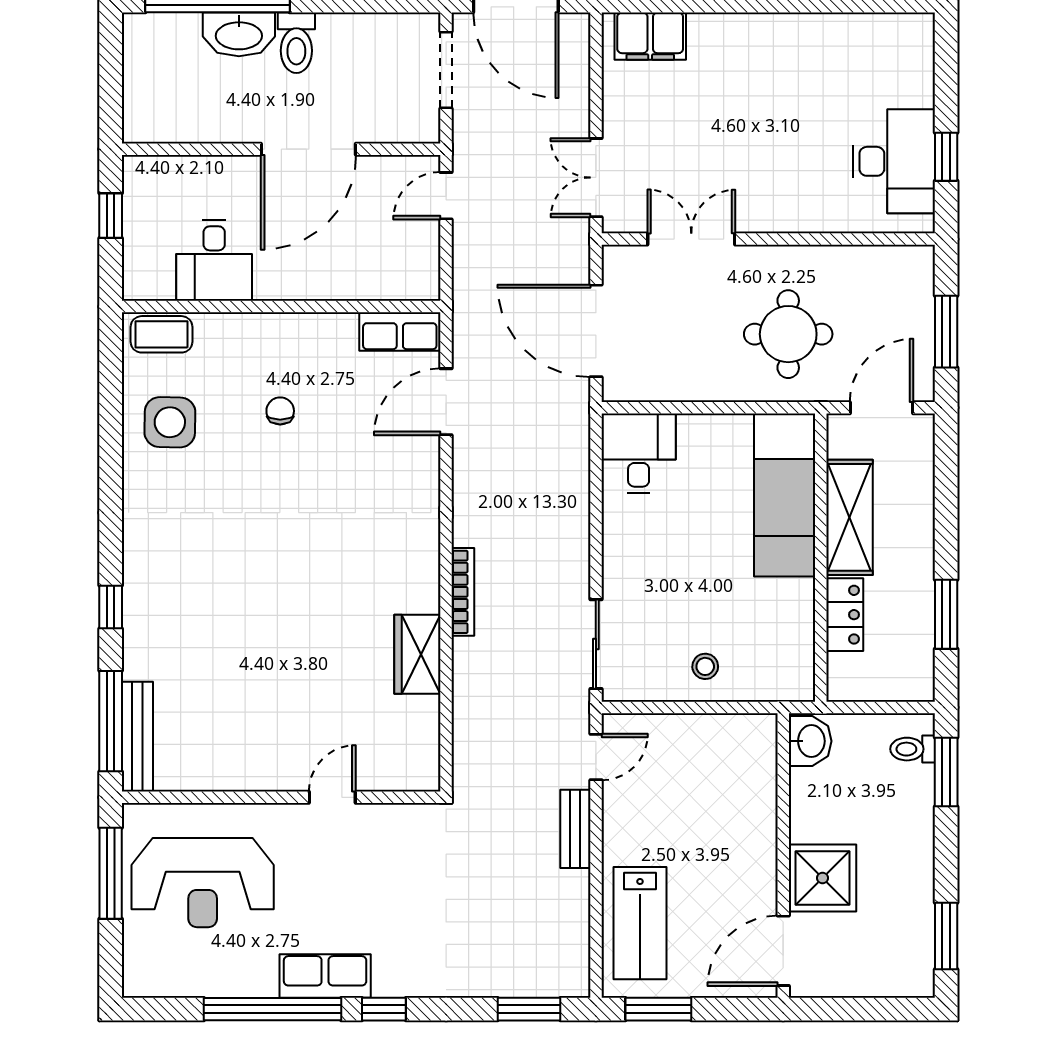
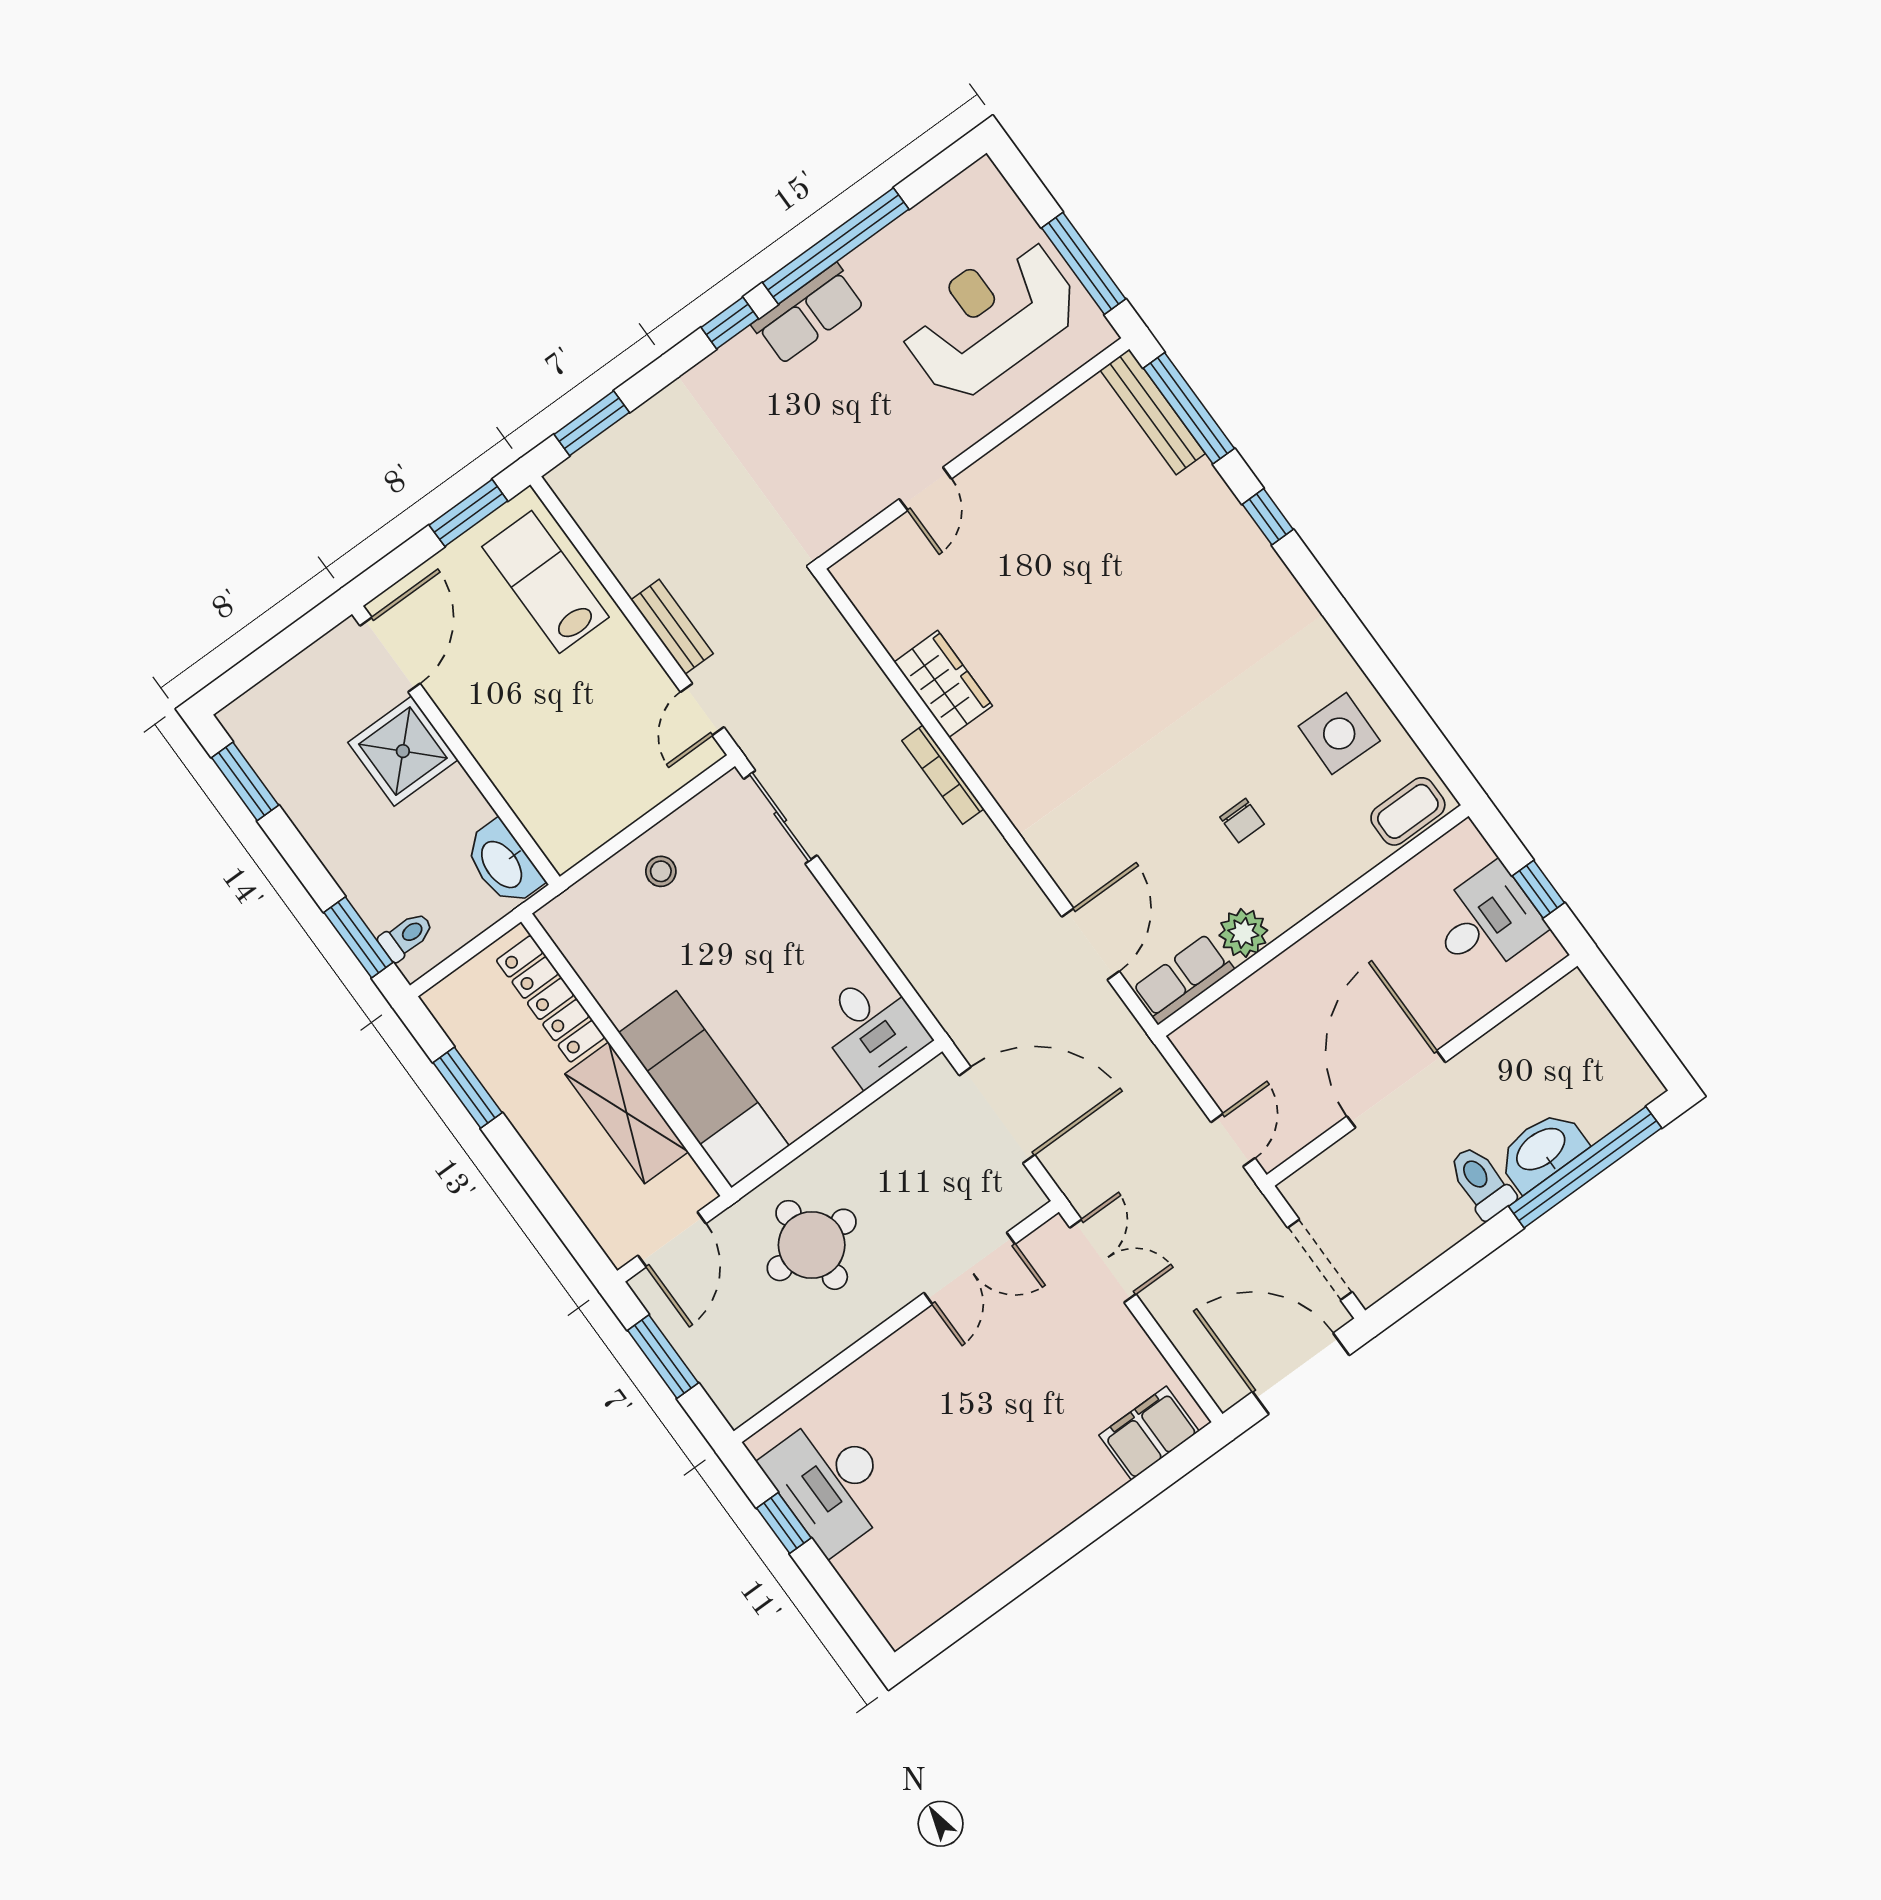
desk: (214, 260) -> (1486, 921), moved, turned 90
plant: (335, 333) -> (1243, 933), added
locker: (845, 615) -> (551, 999), width x1.53
washbasin: (810, 741) -> (503, 864), width x1.38

